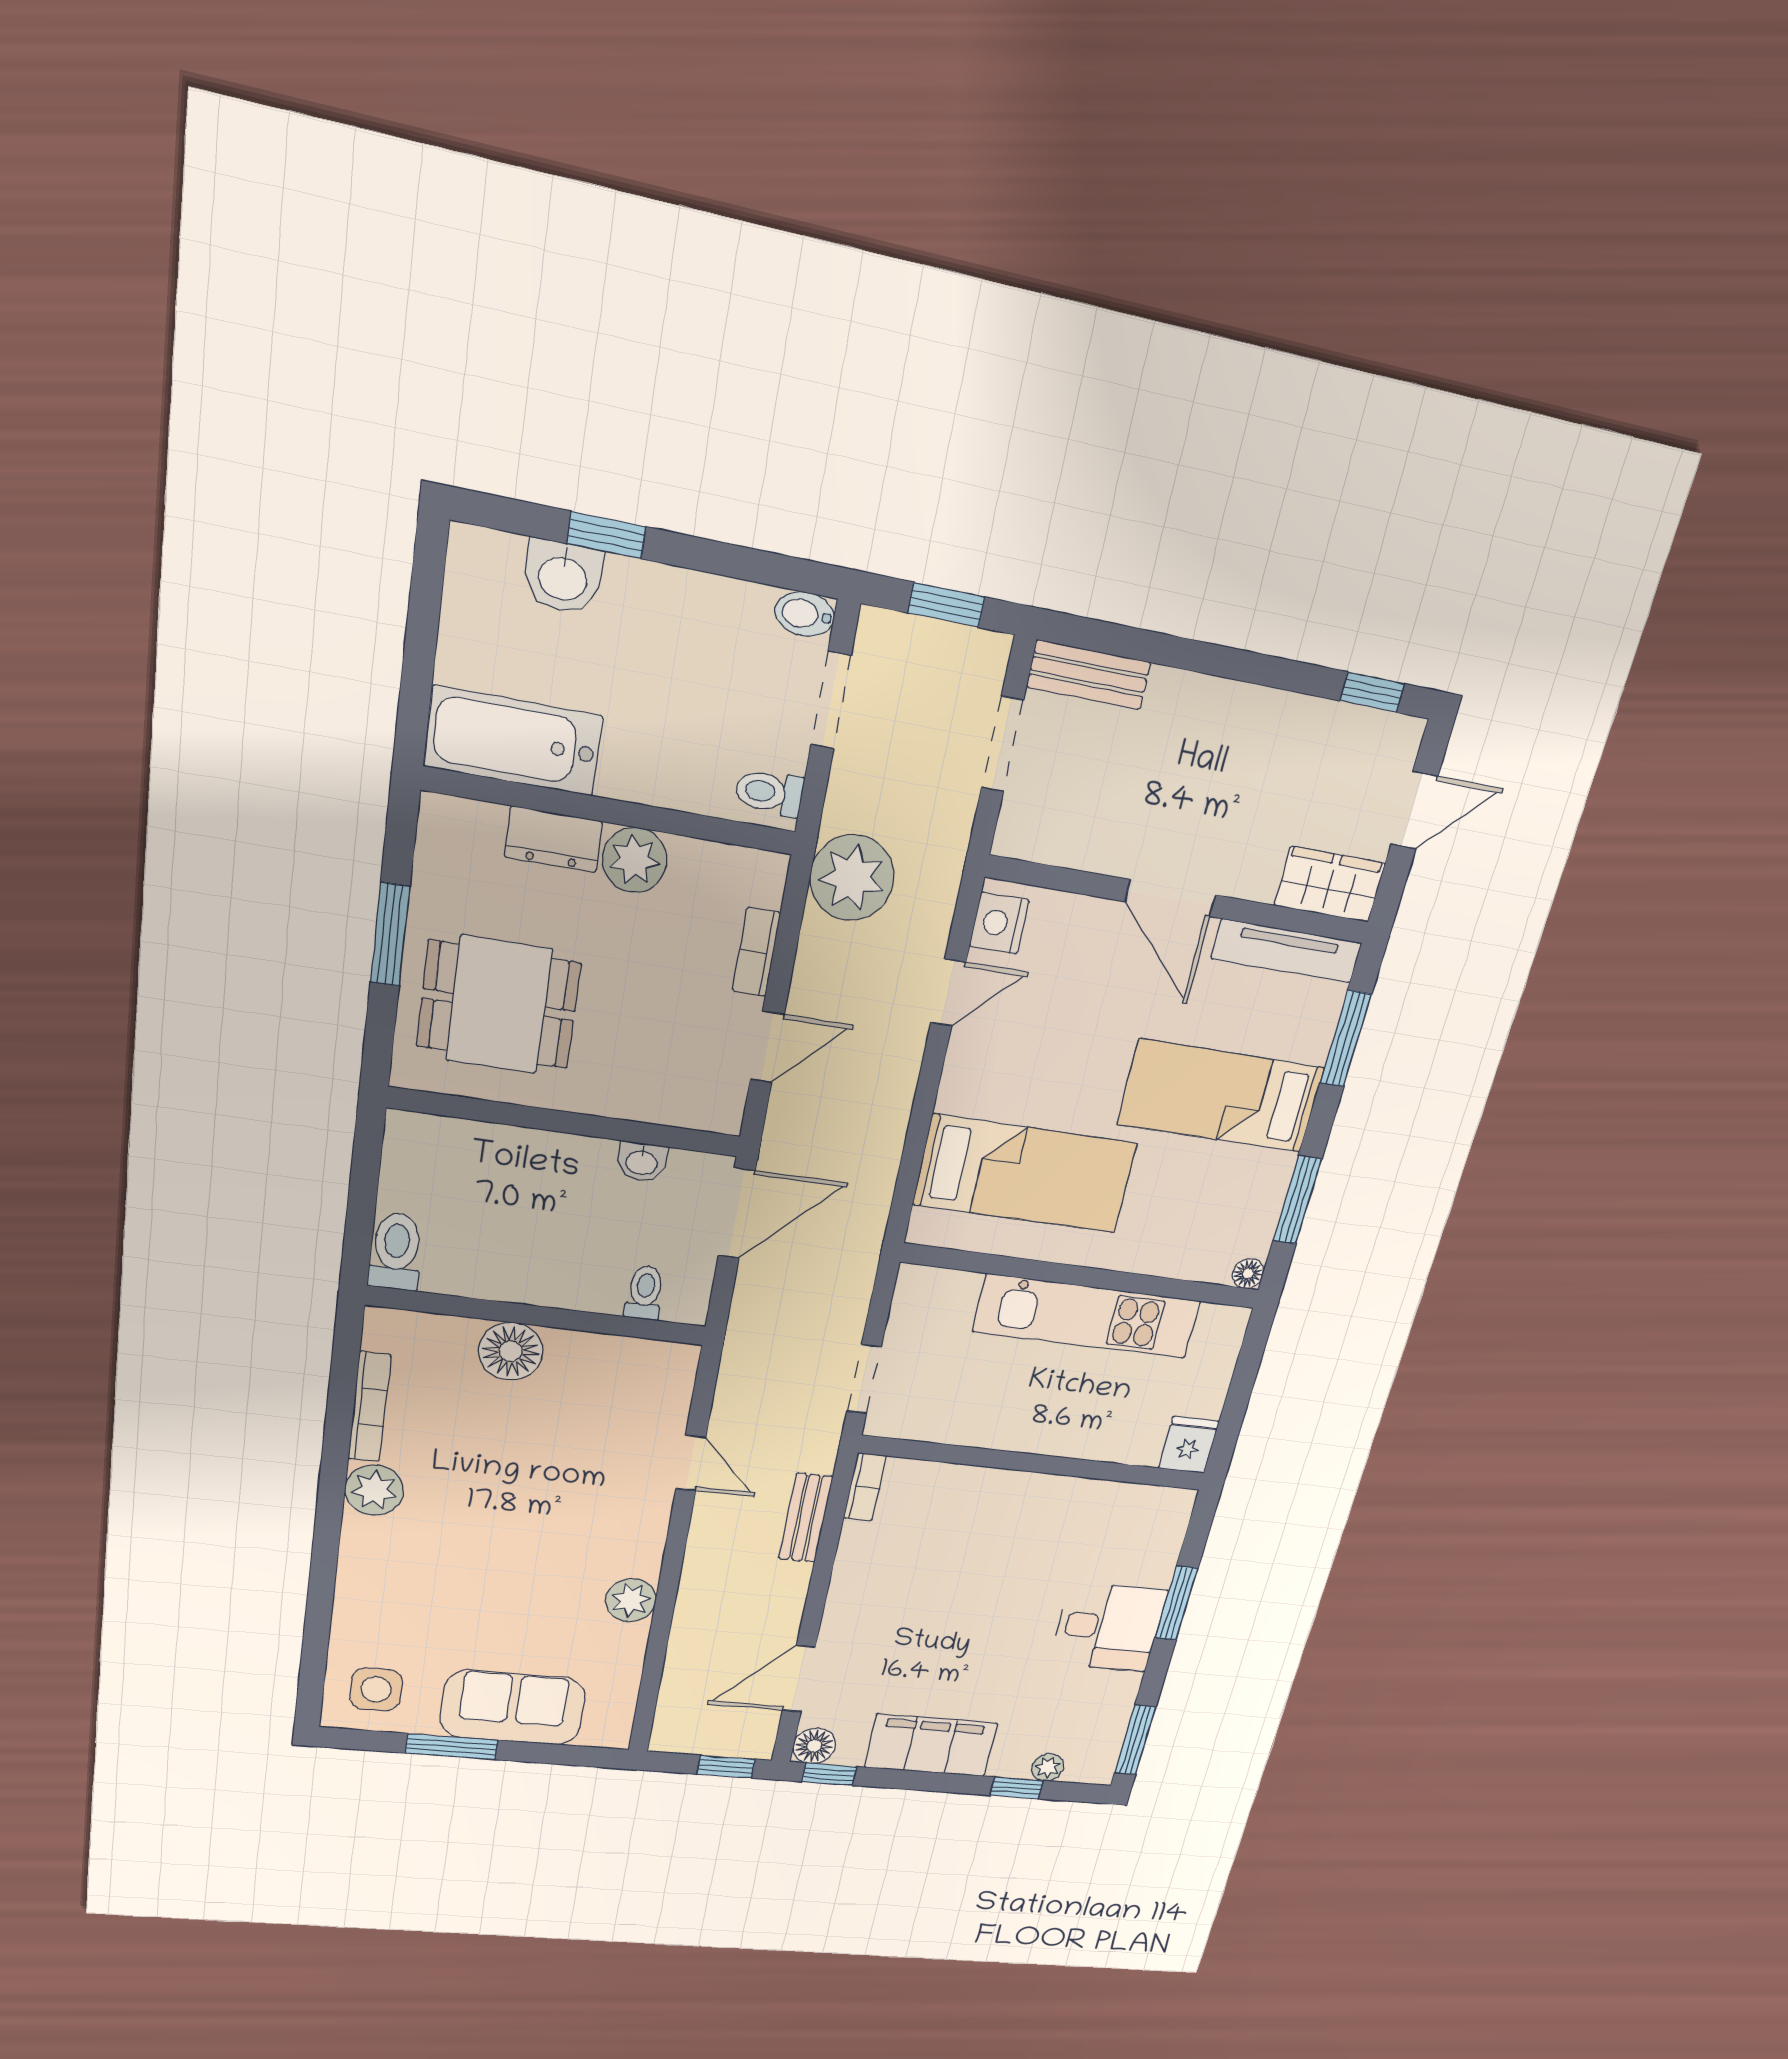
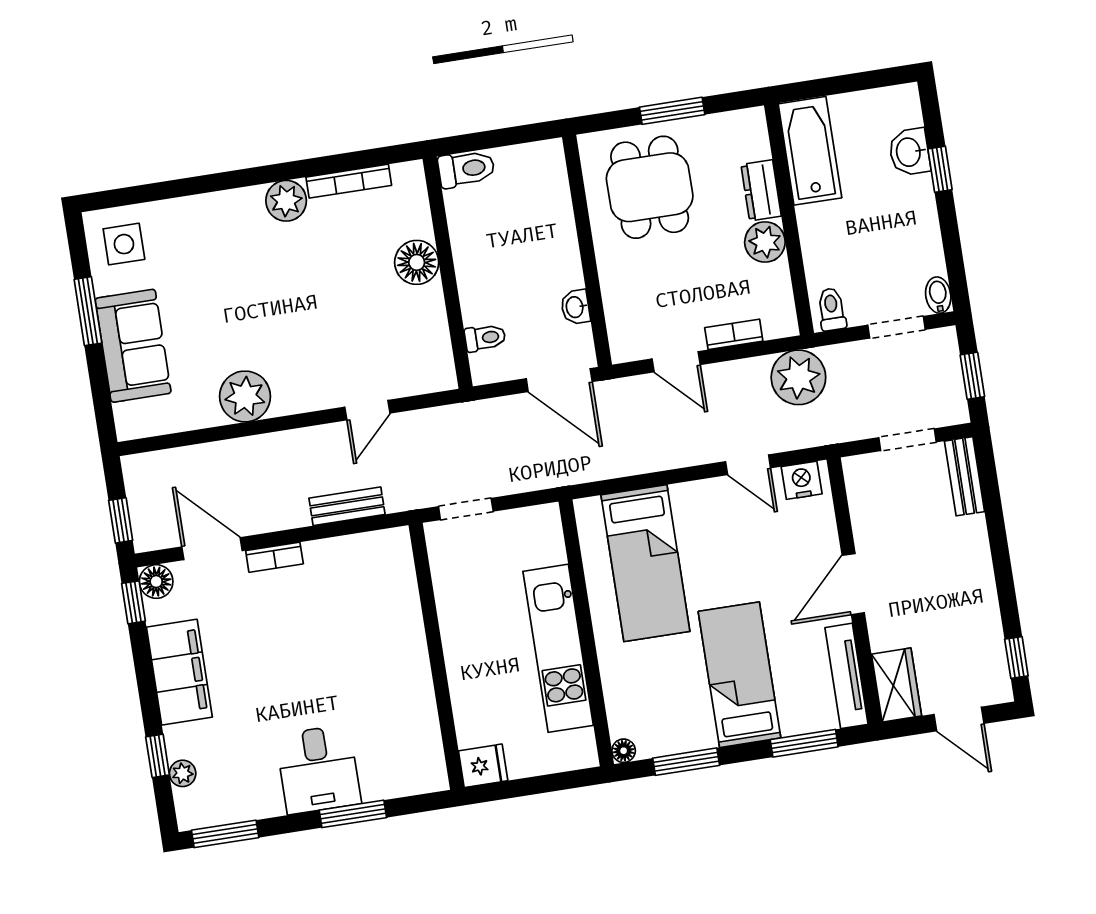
bookcase: (865, 1487) -> (274, 557), moved
plant: (631, 1600) -> (245, 396), width x1.36, depth x1.36

